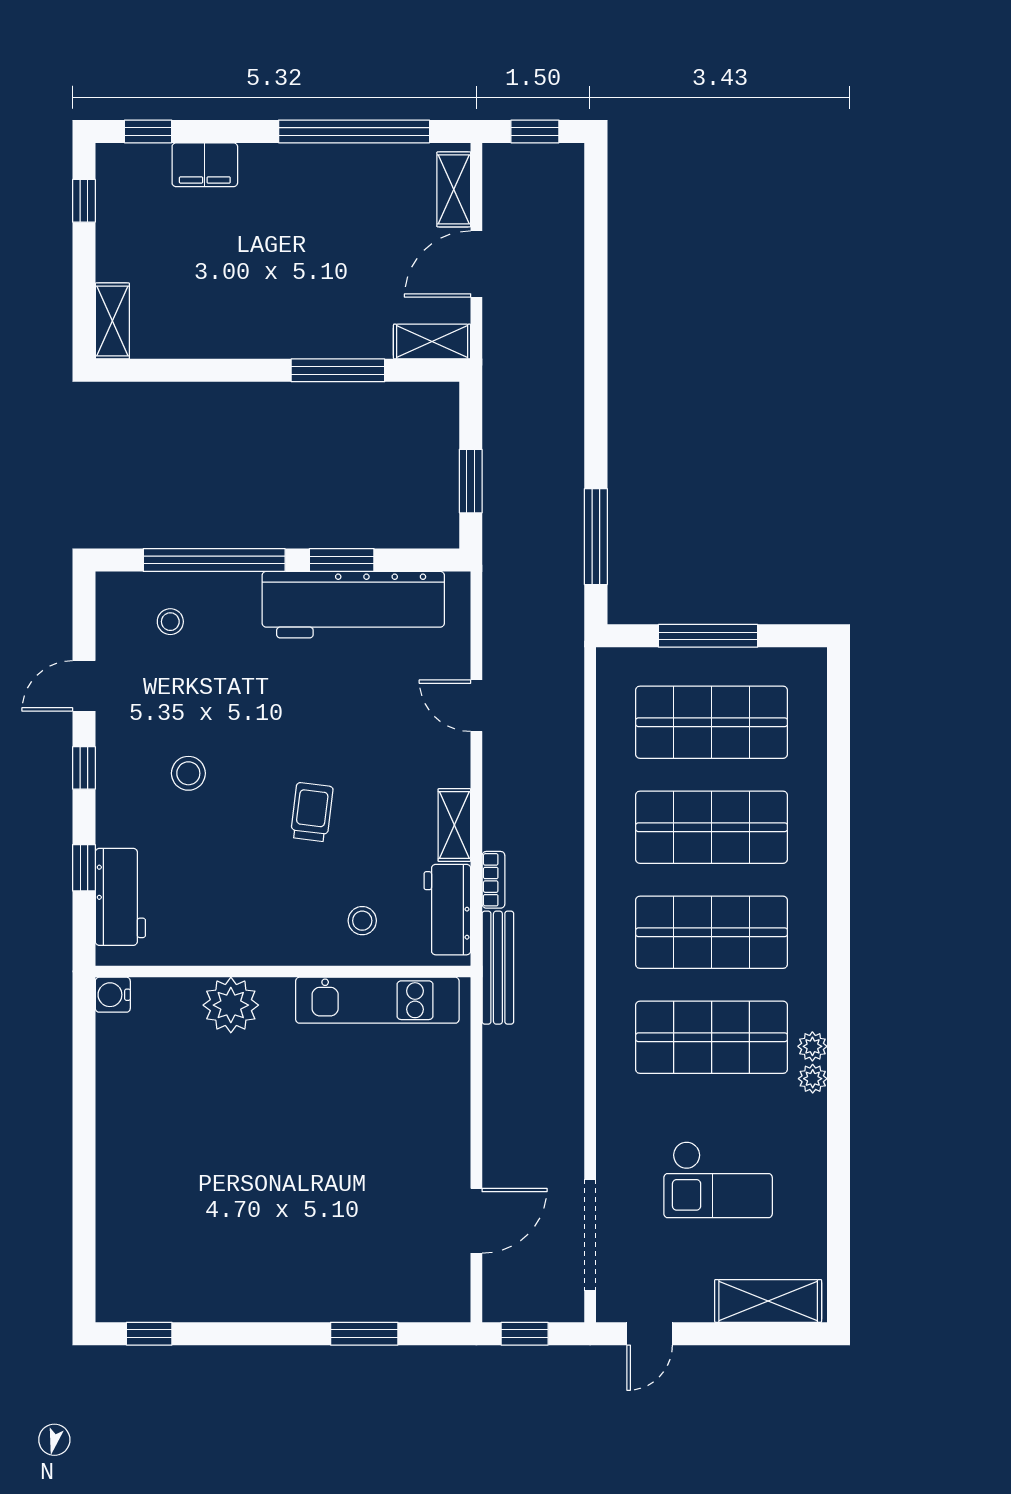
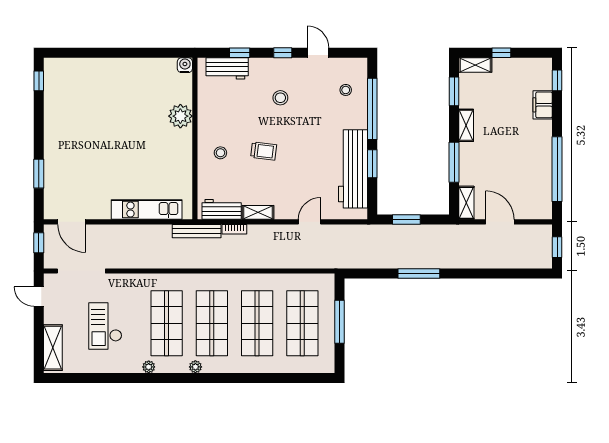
shelving: (454, 189) -> (466, 125), moved, turned 90
window: (84, 201) -> (501, 53), moved
window: (174, 370) -> (454, 91), added
window: (596, 537) -> (419, 273), moved
stool: (362, 921) -> (220, 153), moved
kitchen unit: (377, 1000) -> (147, 210), moved, turned 90
plant: (812, 1046) -> (195, 367), moved
door: (476, 1221) -> (72, 222), moved

